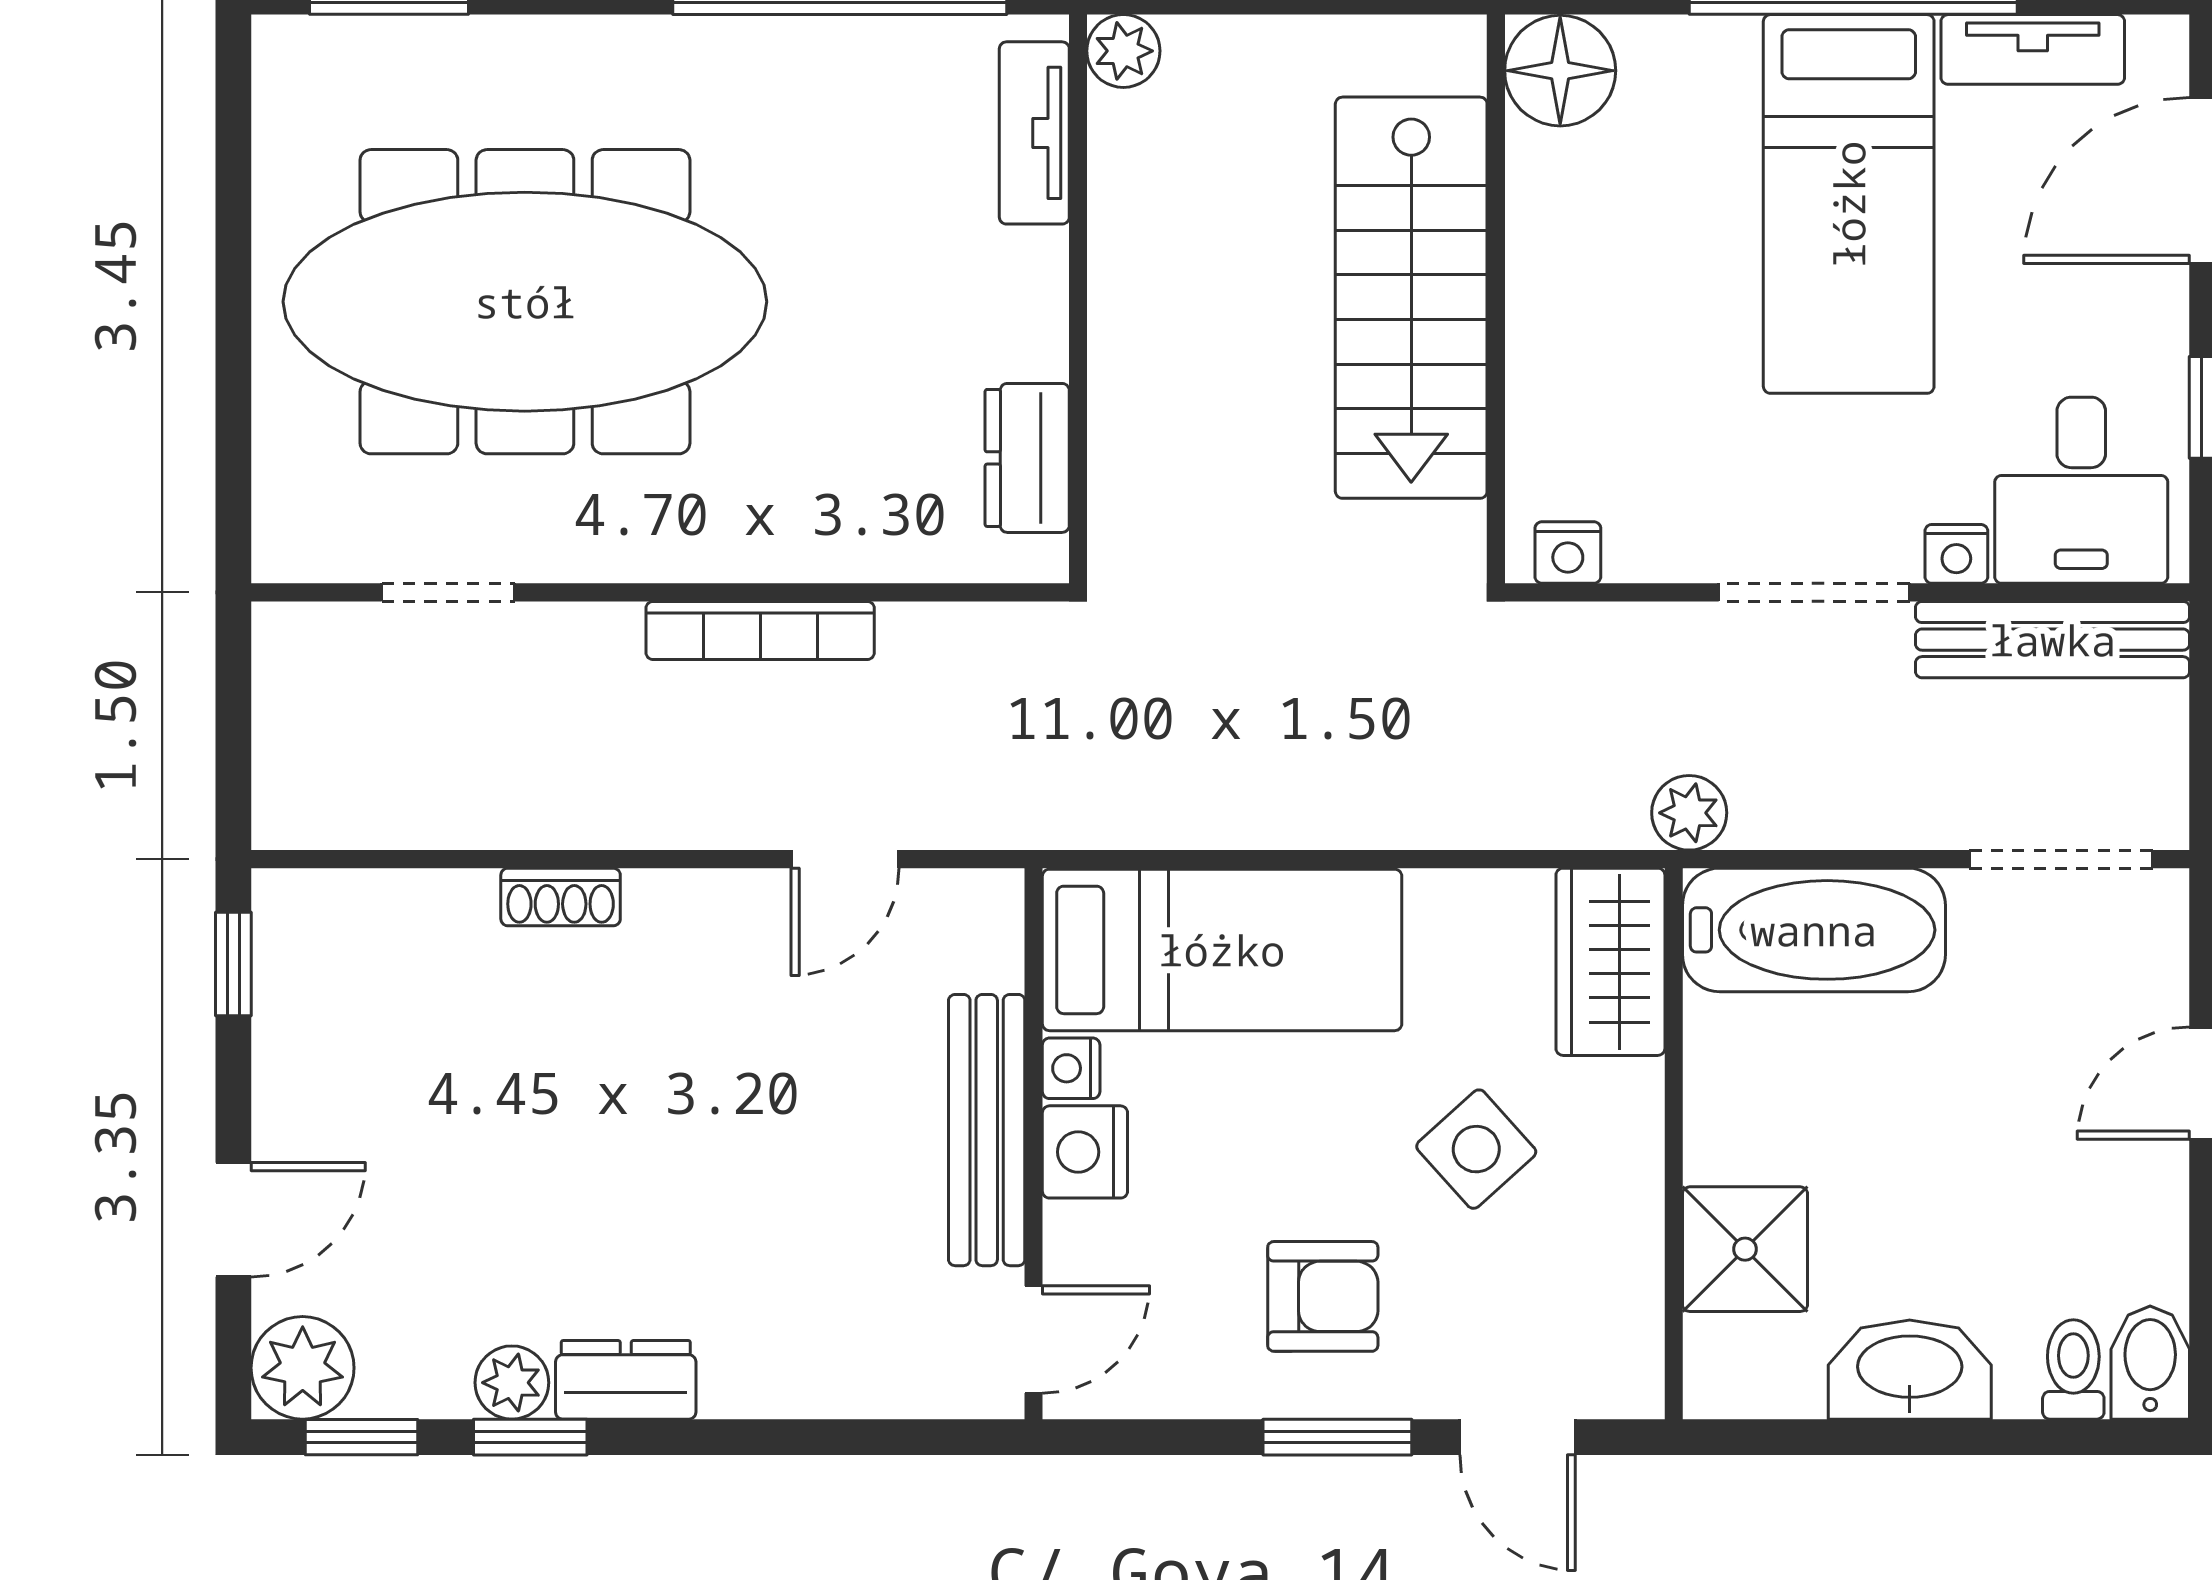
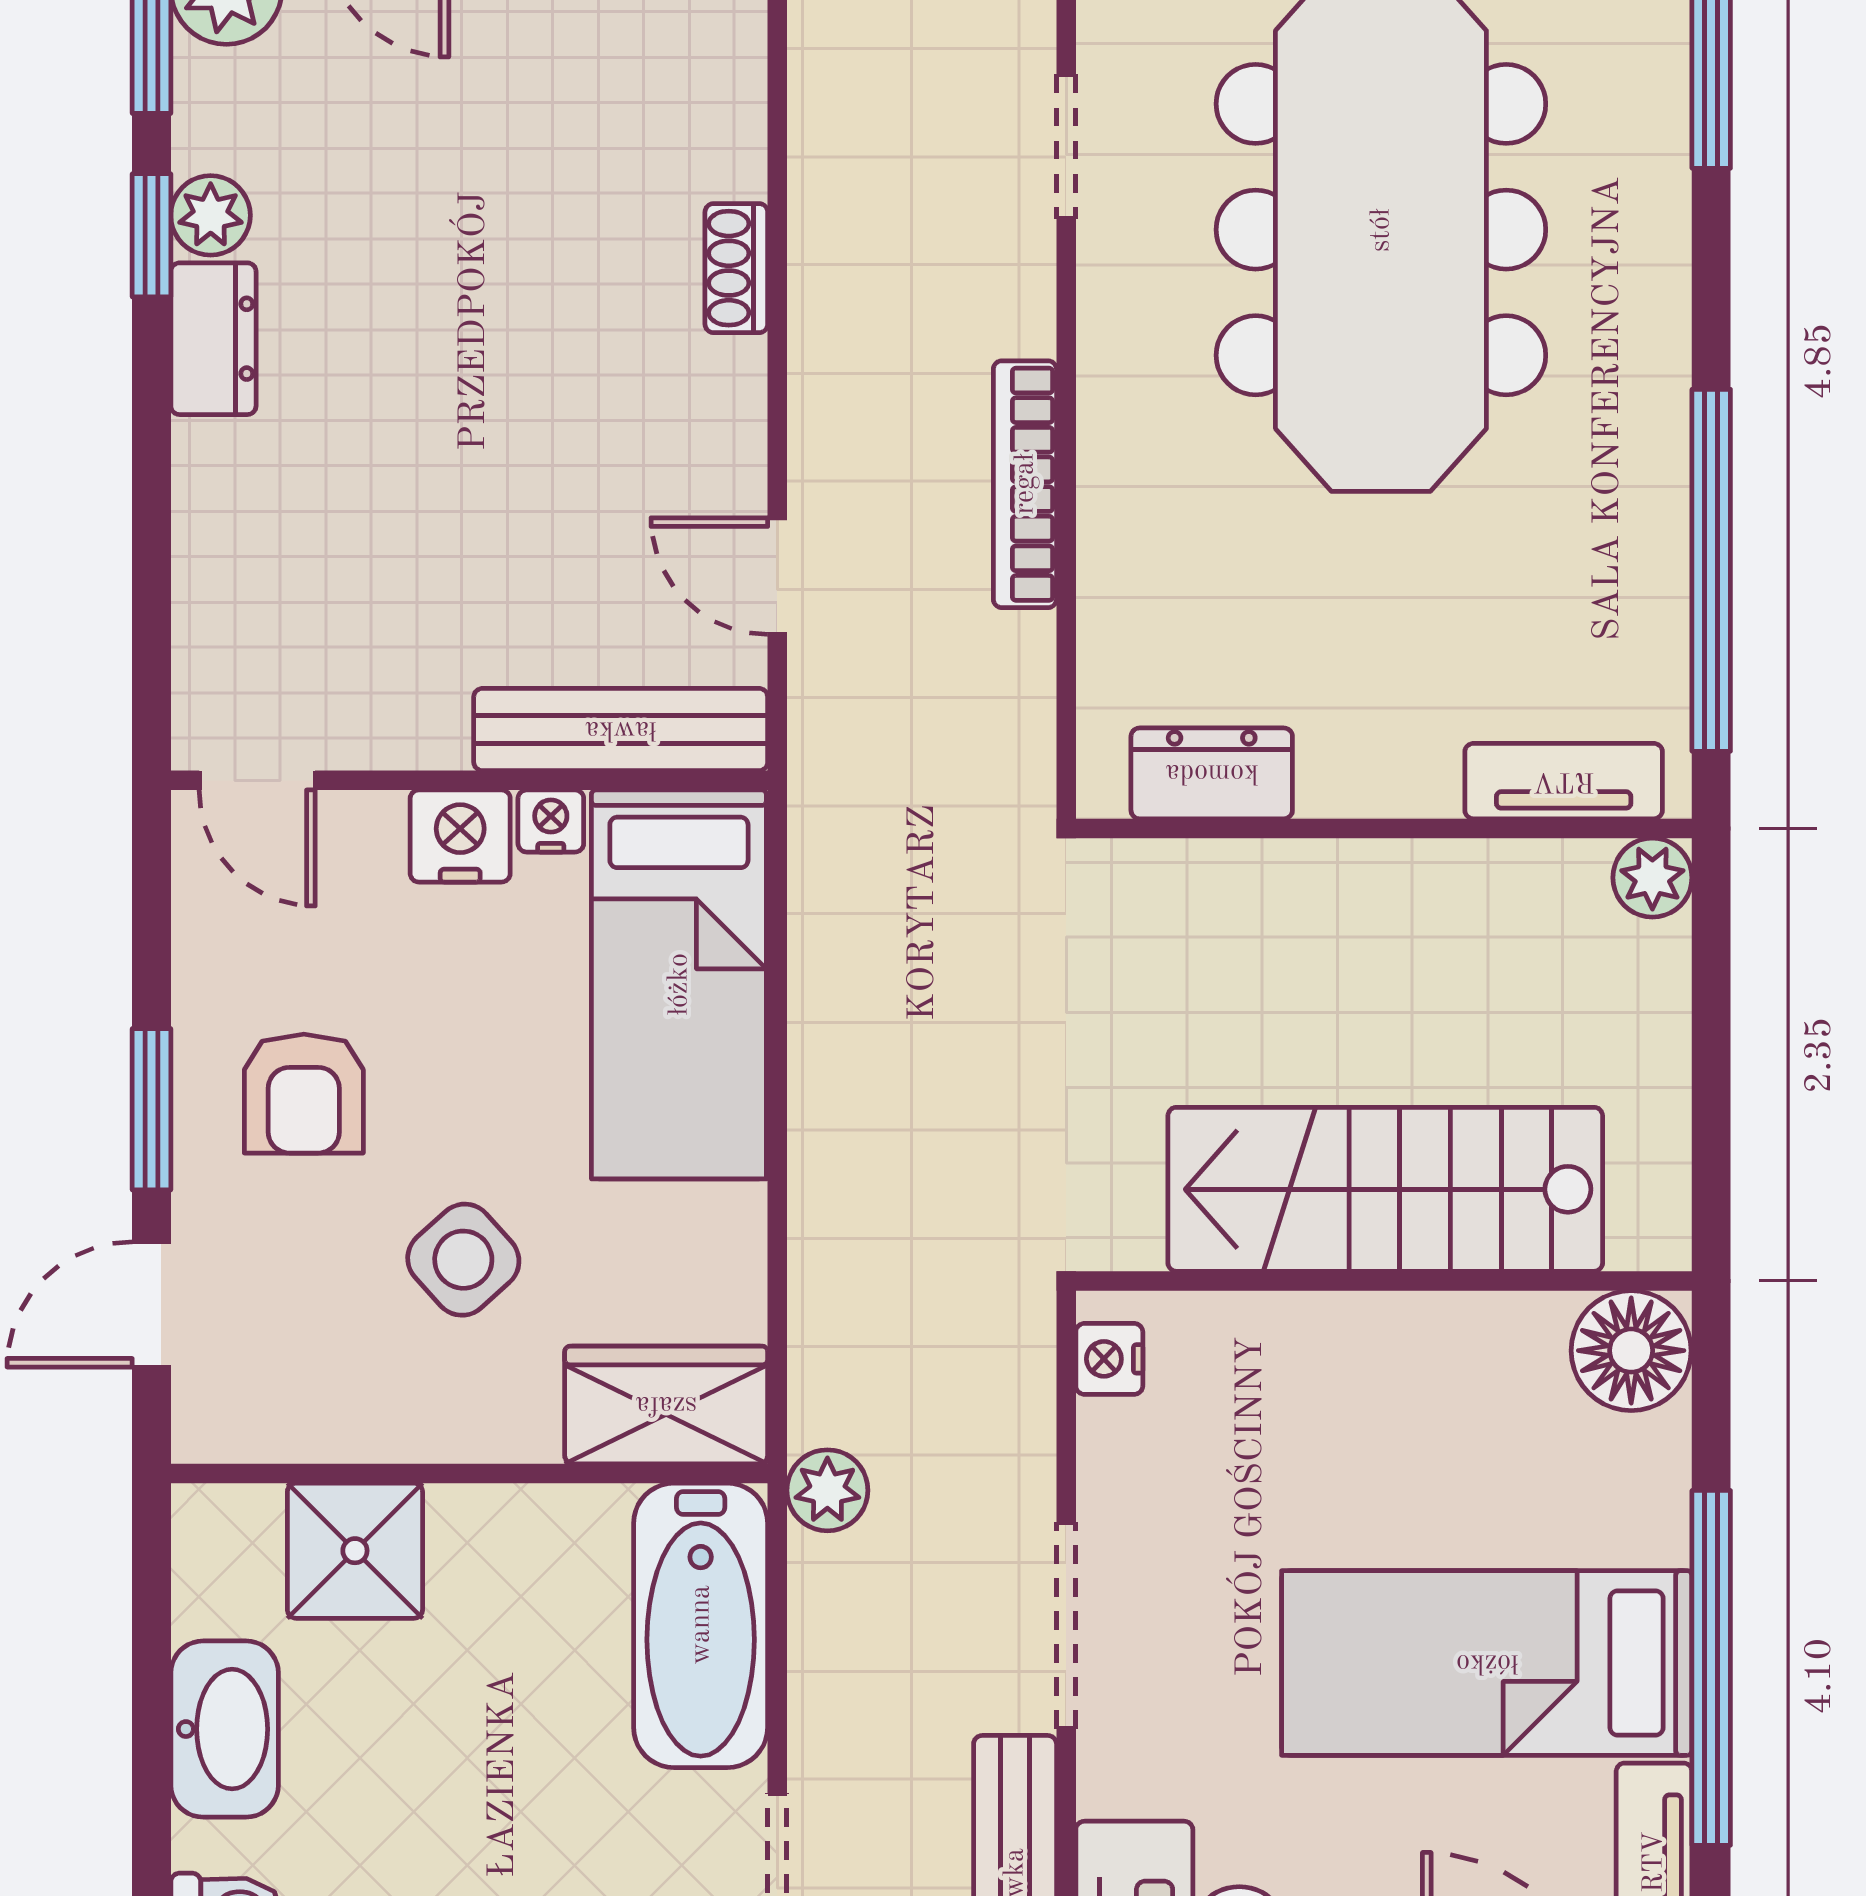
nightstand: (1956, 554) -> (1108, 1780), removed
bench: (987, 1130) -> (621, 730), moved

